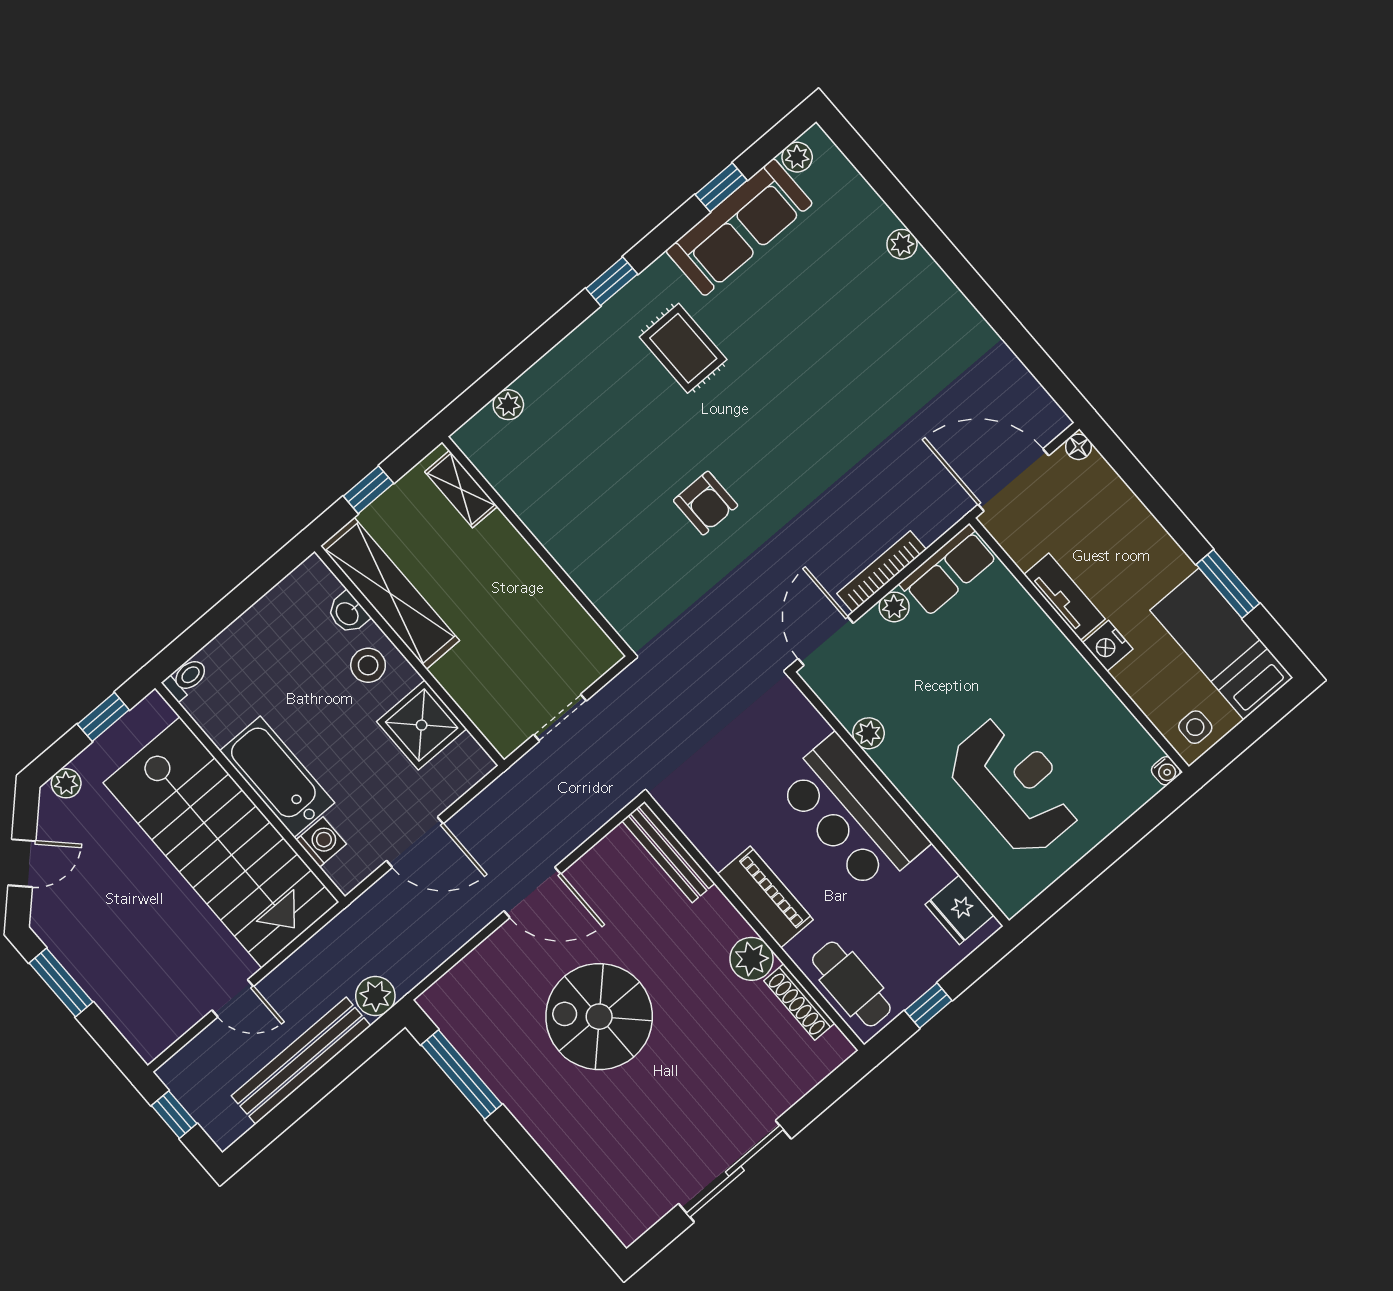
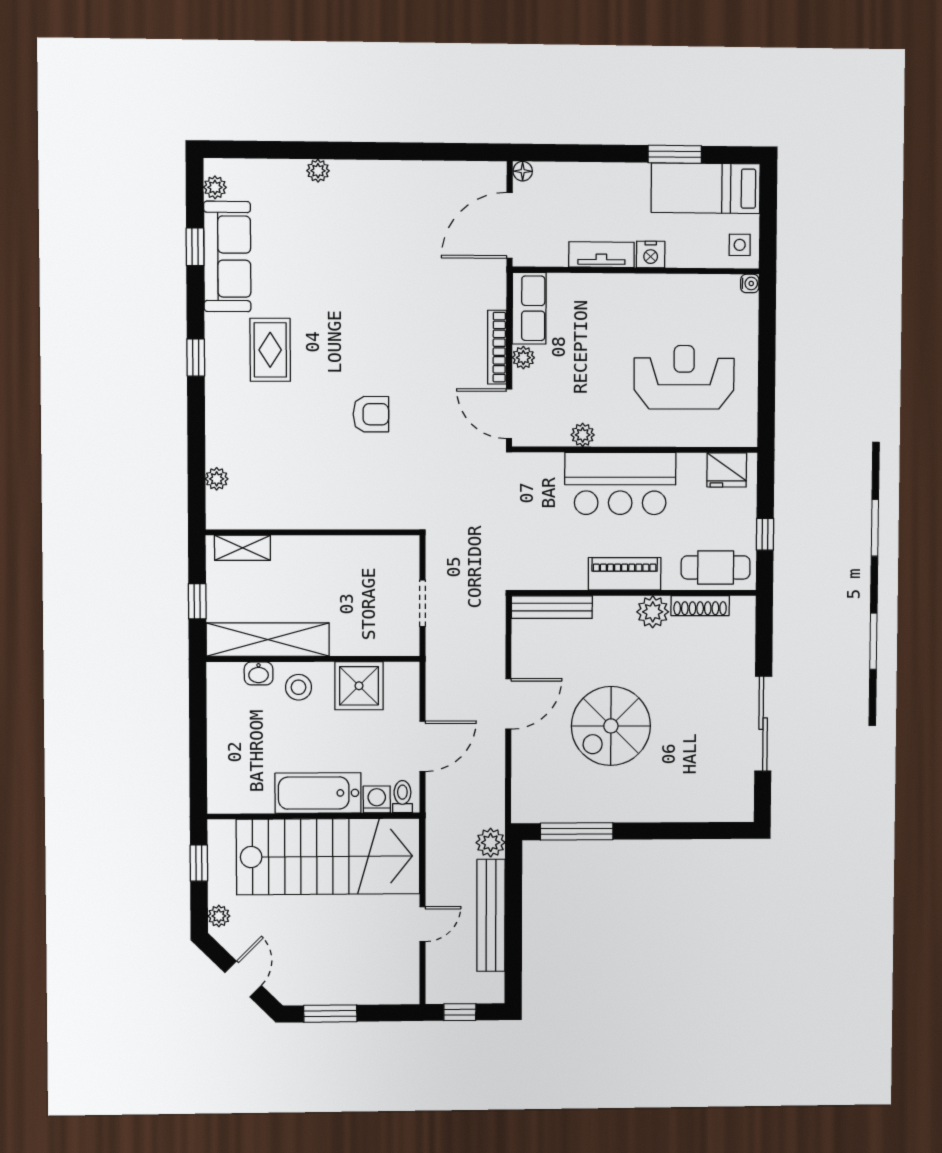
rug: (683, 348) -> (270, 350), turned 90
toilet: (186, 679) -> (402, 797), moved

